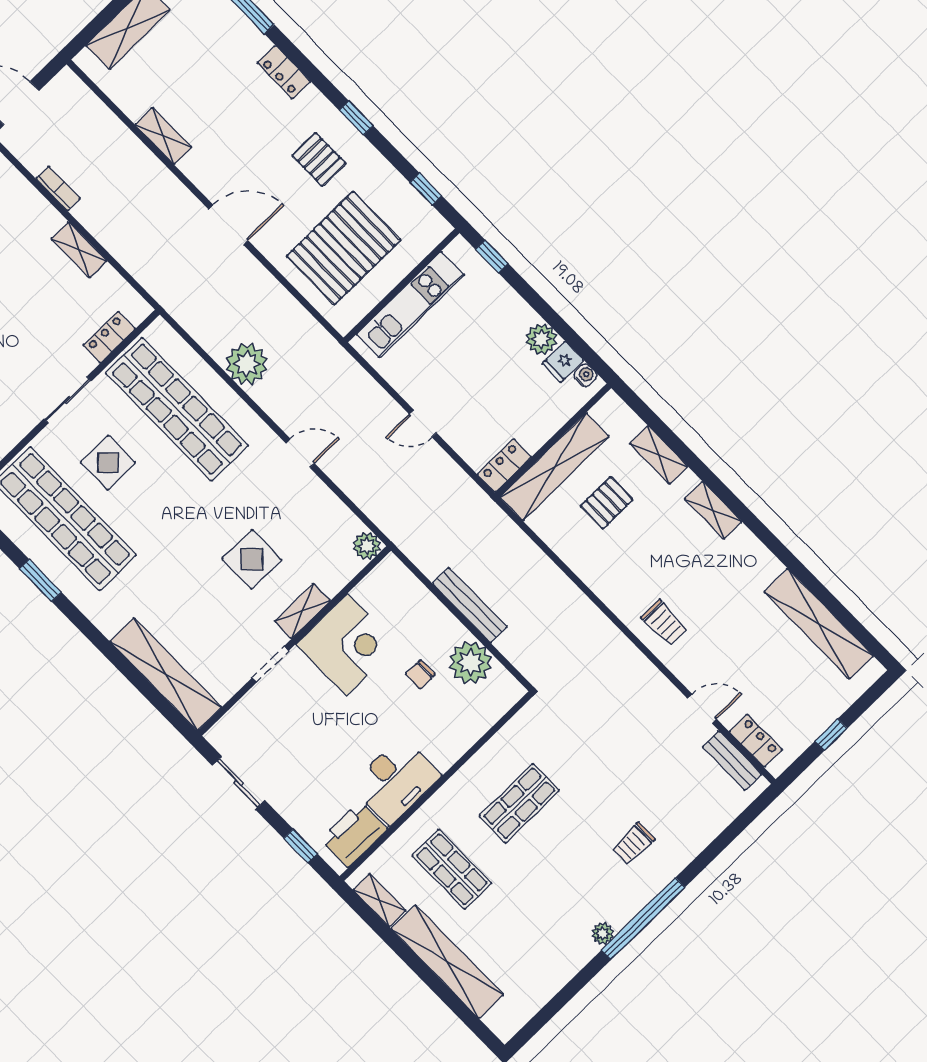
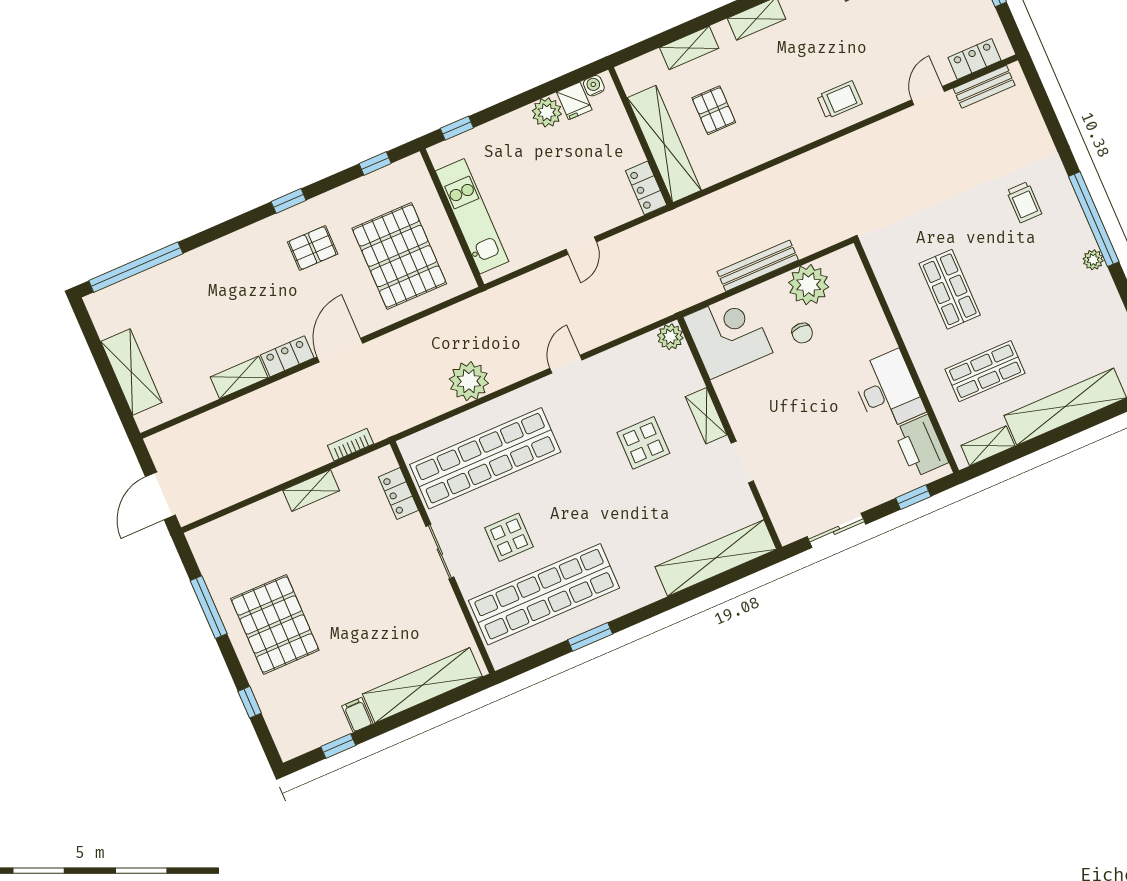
locker: (284, 72) -> (287, 356), moved, turned 180
bookcase: (58, 188) -> (351, 445), moved
corner desk: (347, 645) -> (728, 335), moved

